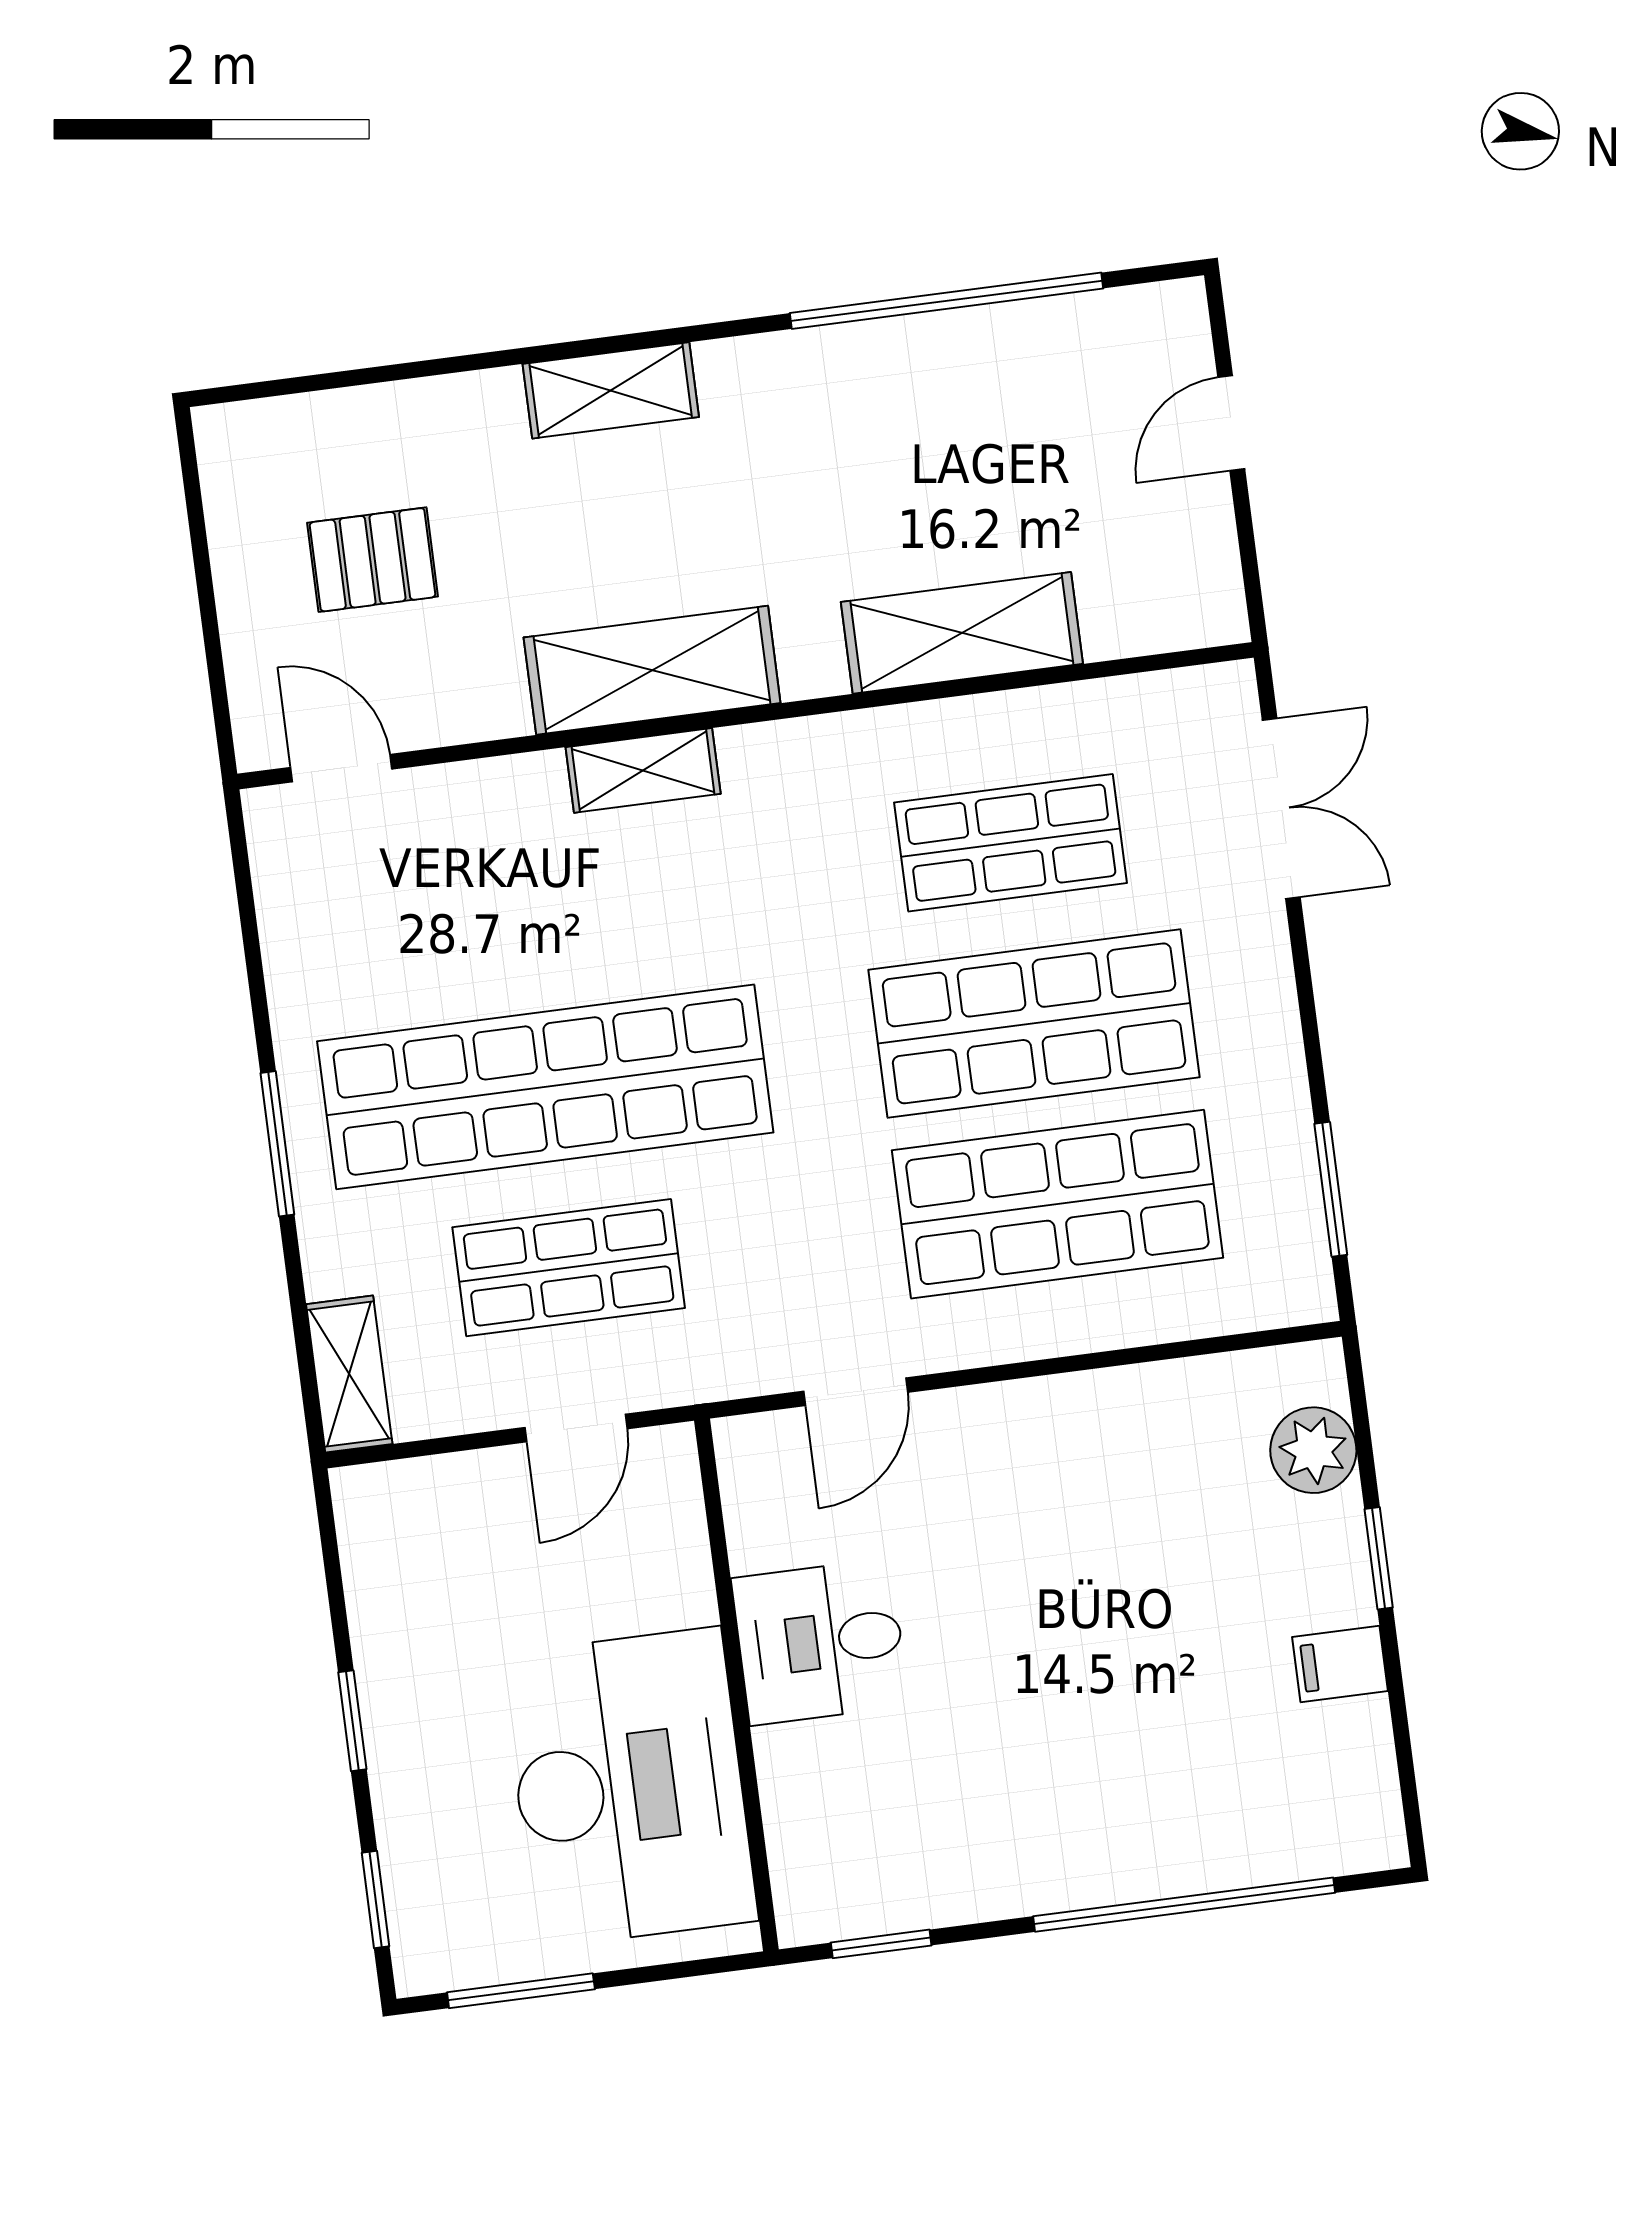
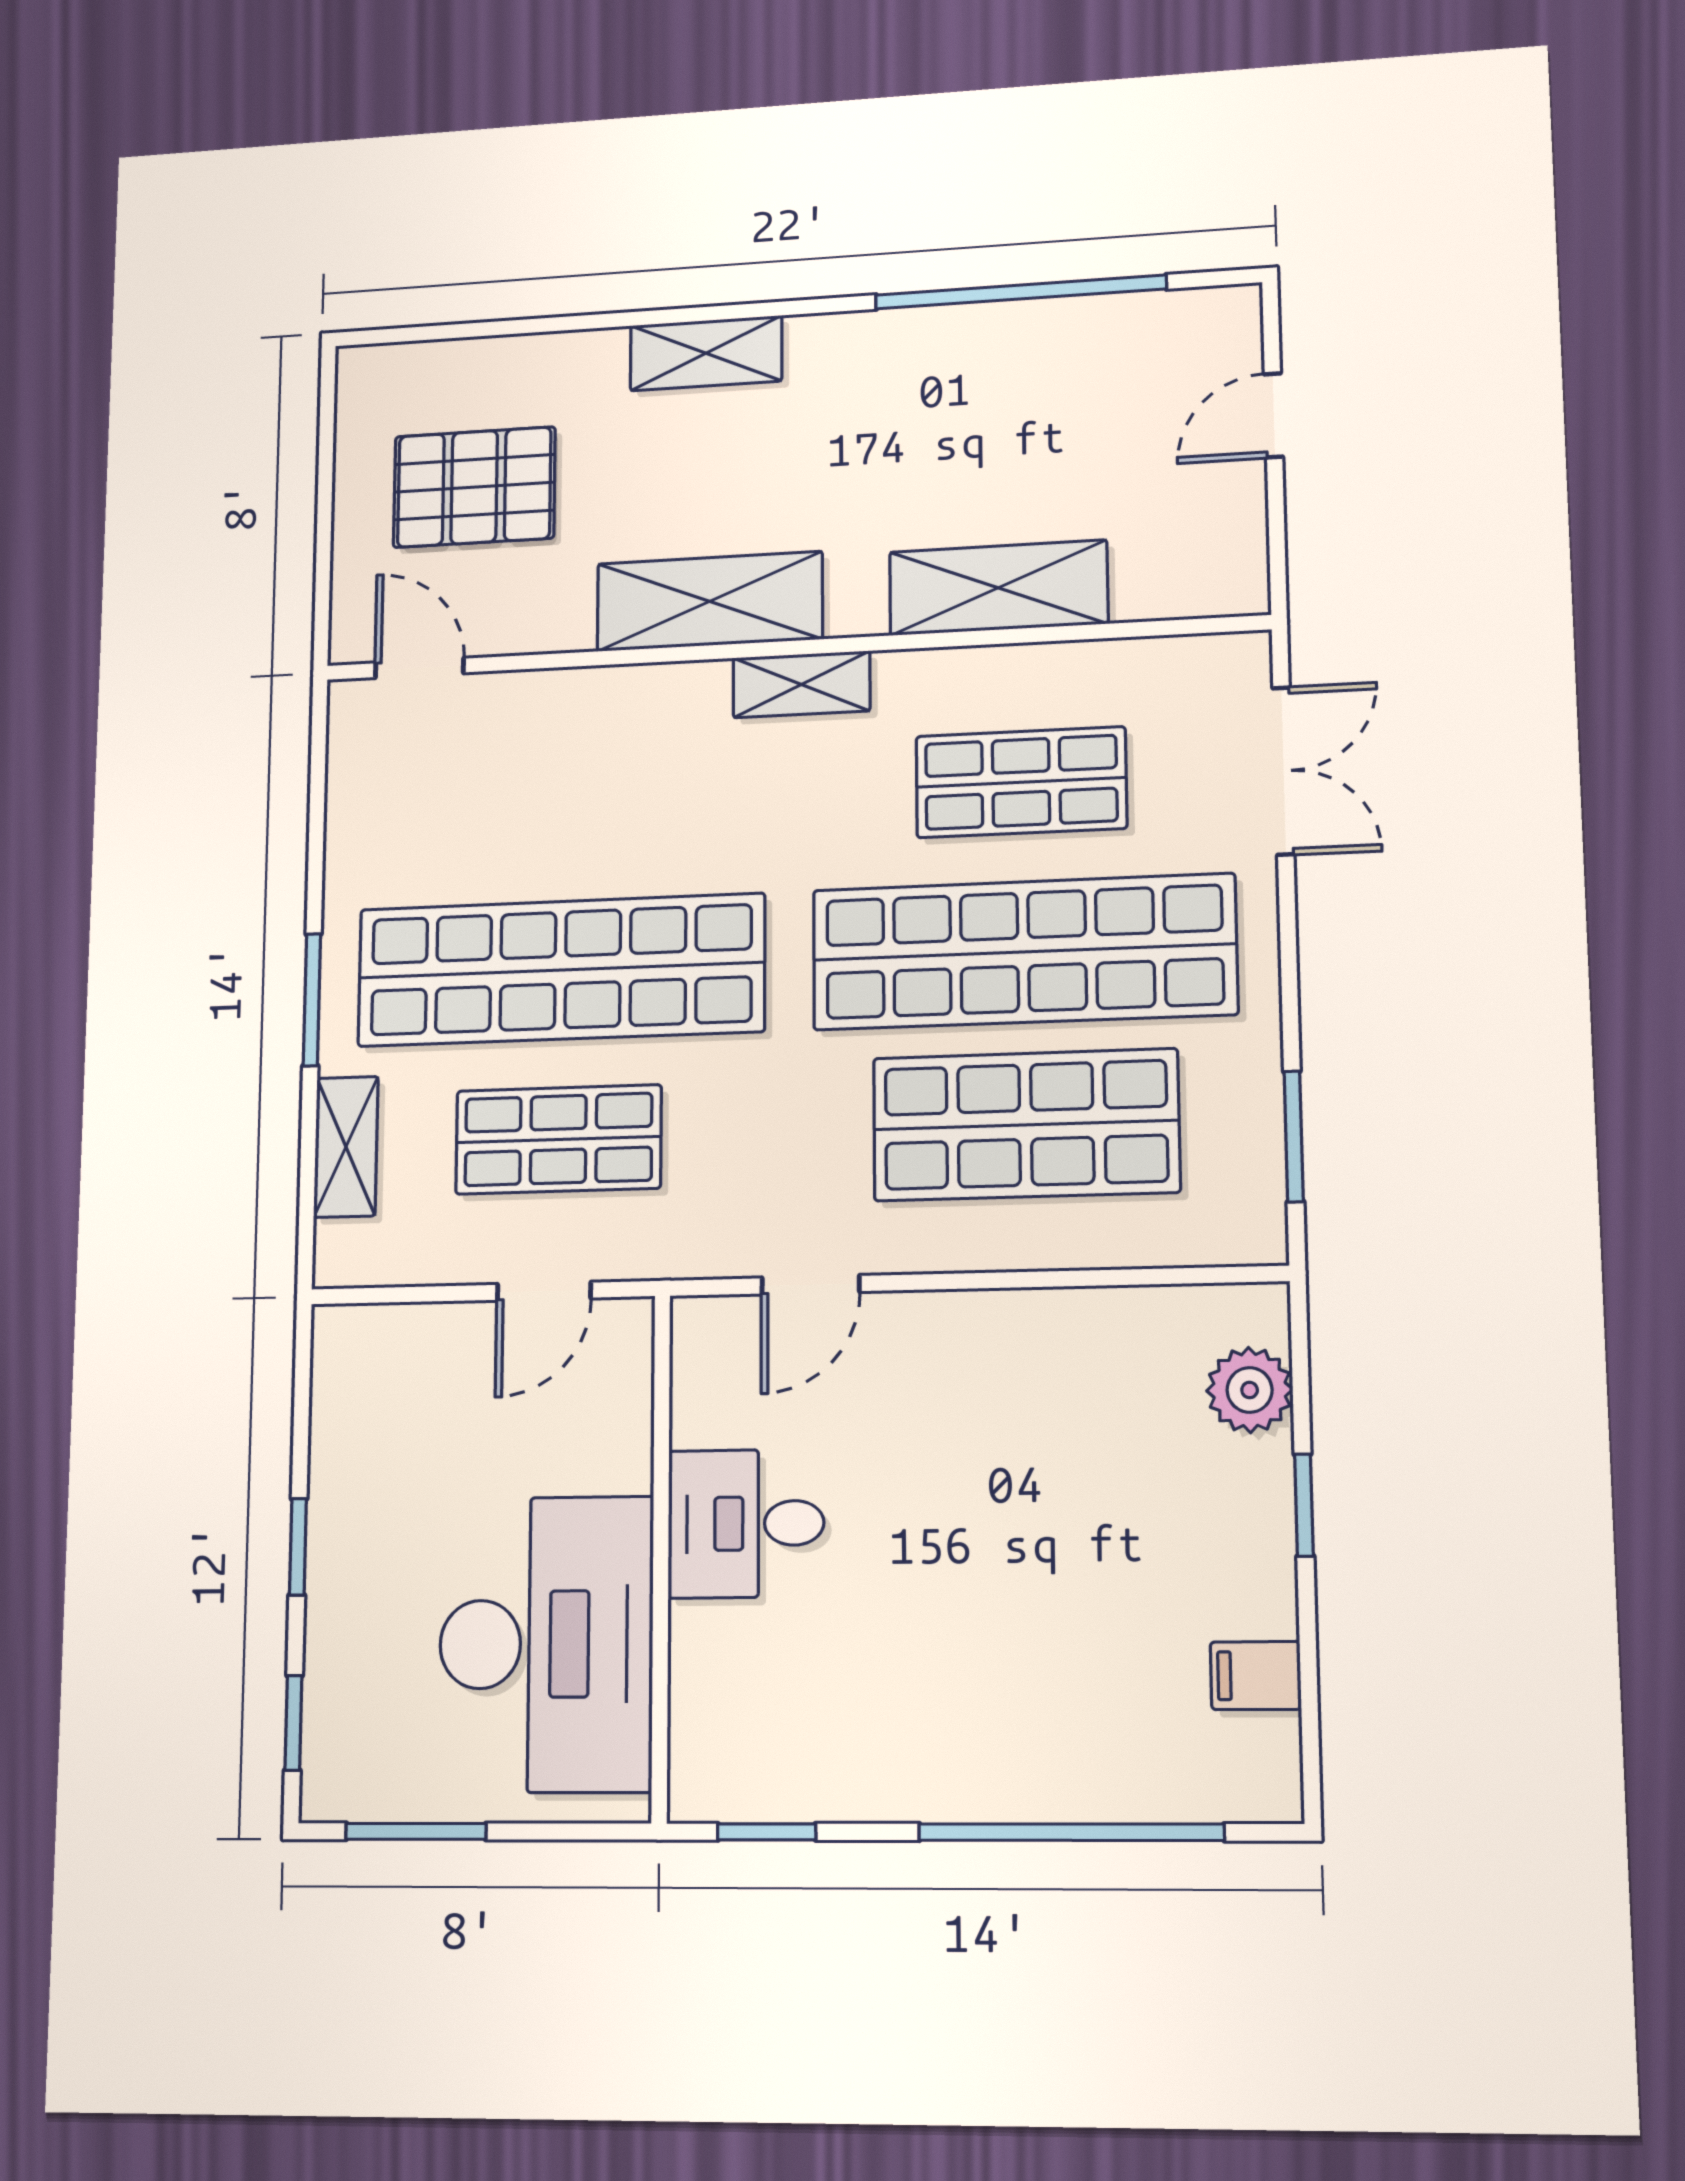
pallet: (373, 560) -> (474, 487), width x1.50, depth x1.42
shelving: (643, 770) -> (801, 684), moved
shop shelf: (1034, 1023) -> (1023, 952), width x1.40
shelving: (349, 1374) -> (346, 1147), moved
filing cabinet: (1340, 1664) -> (1256, 1676), moved

